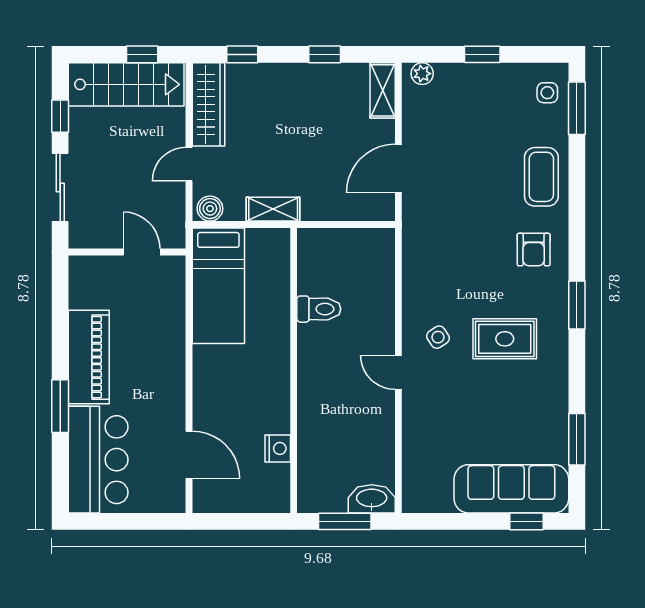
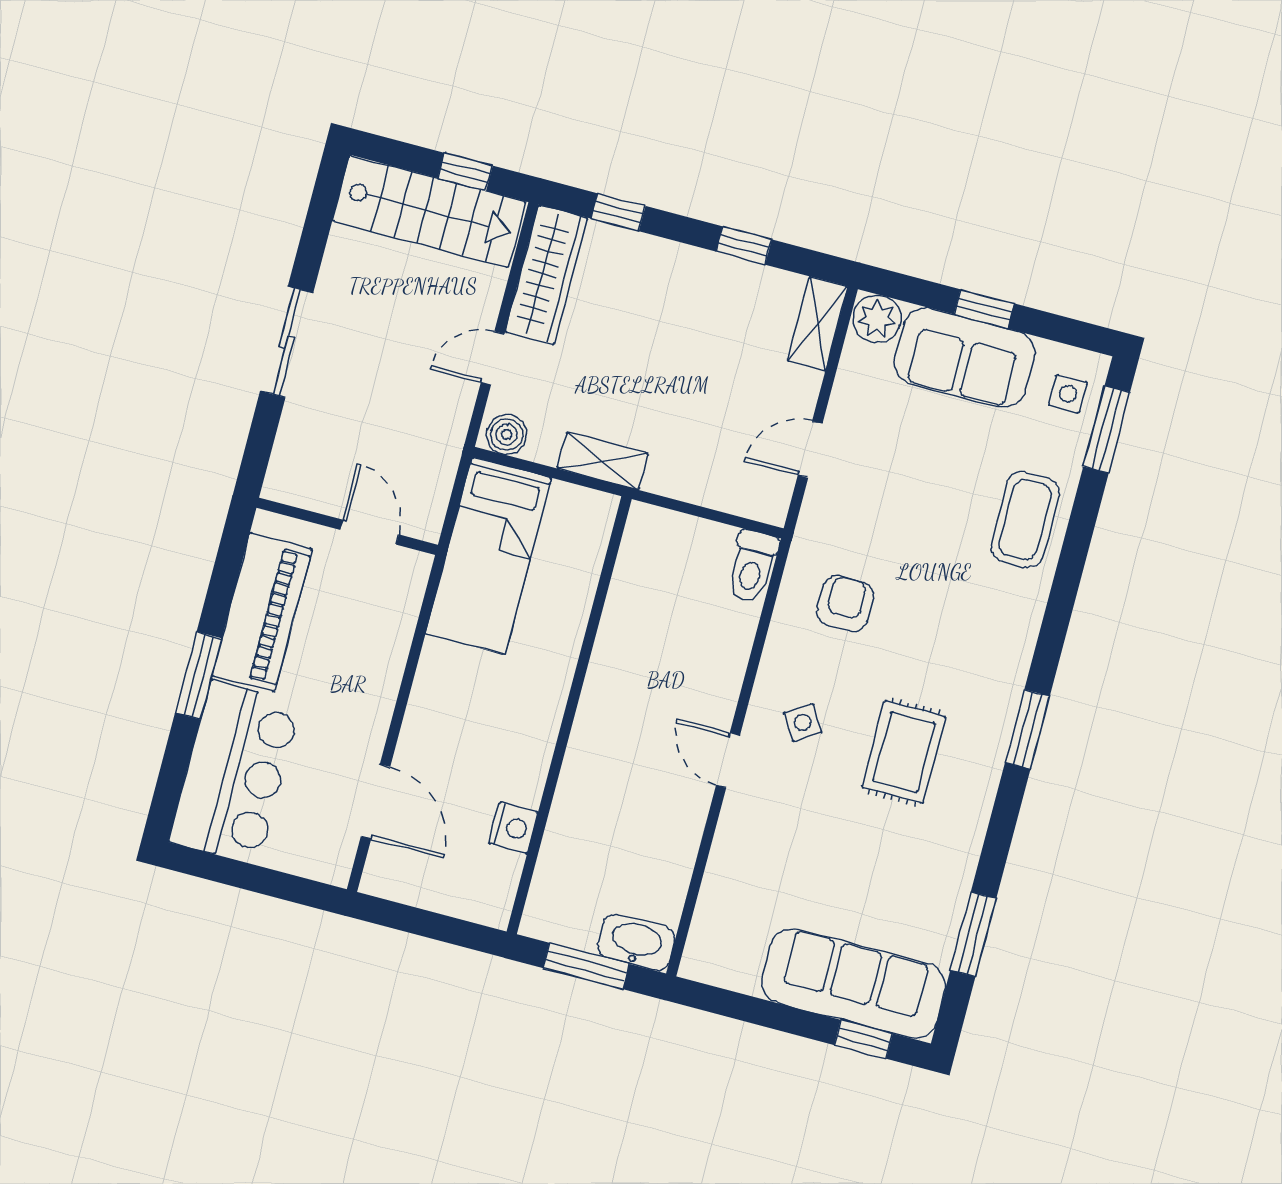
plant: (422, 74) -> (877, 319), width x1.38, depth x1.38
sofa: (478, 87) -> (965, 358), added
window: (60, 116) -> (315, 233), removed
door: (398, 169) -> (810, 449), width x0.73
armchair: (534, 250) -> (845, 604), moved, turned 180
wall: (127, 252) -> (347, 526), moved
door: (142, 252) -> (369, 532), moved
toilet: (319, 309) -> (752, 566), moved, turned 90
rug: (505, 339) -> (904, 752), turned 90

